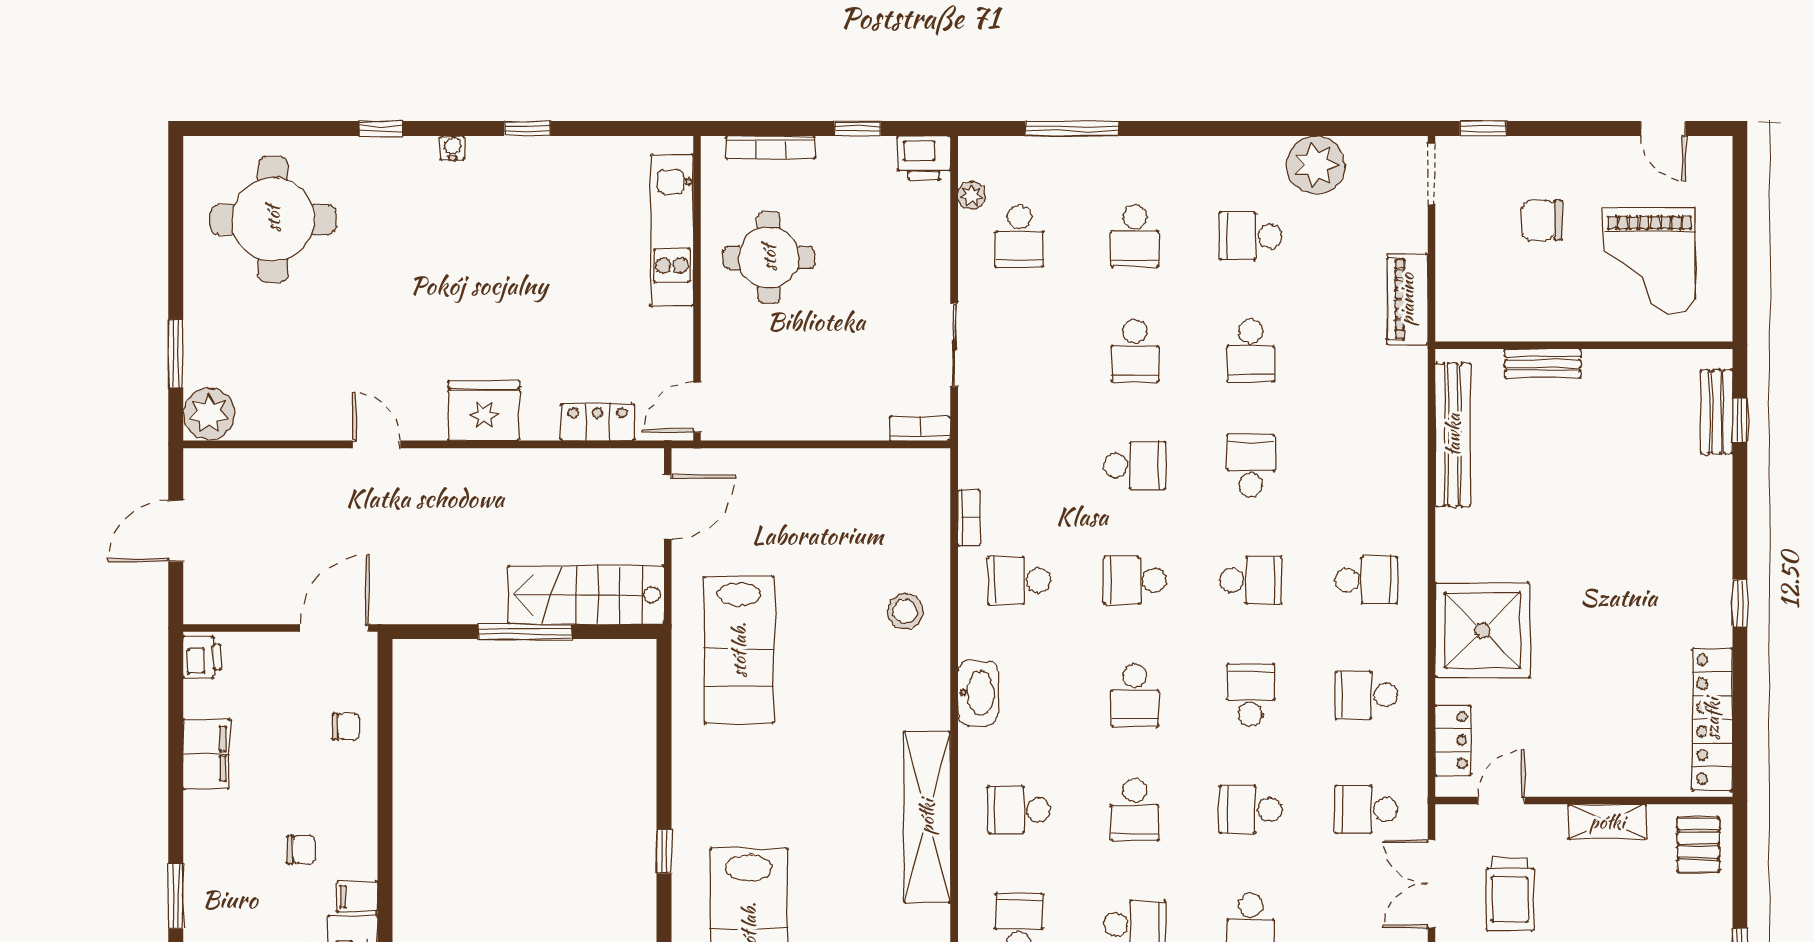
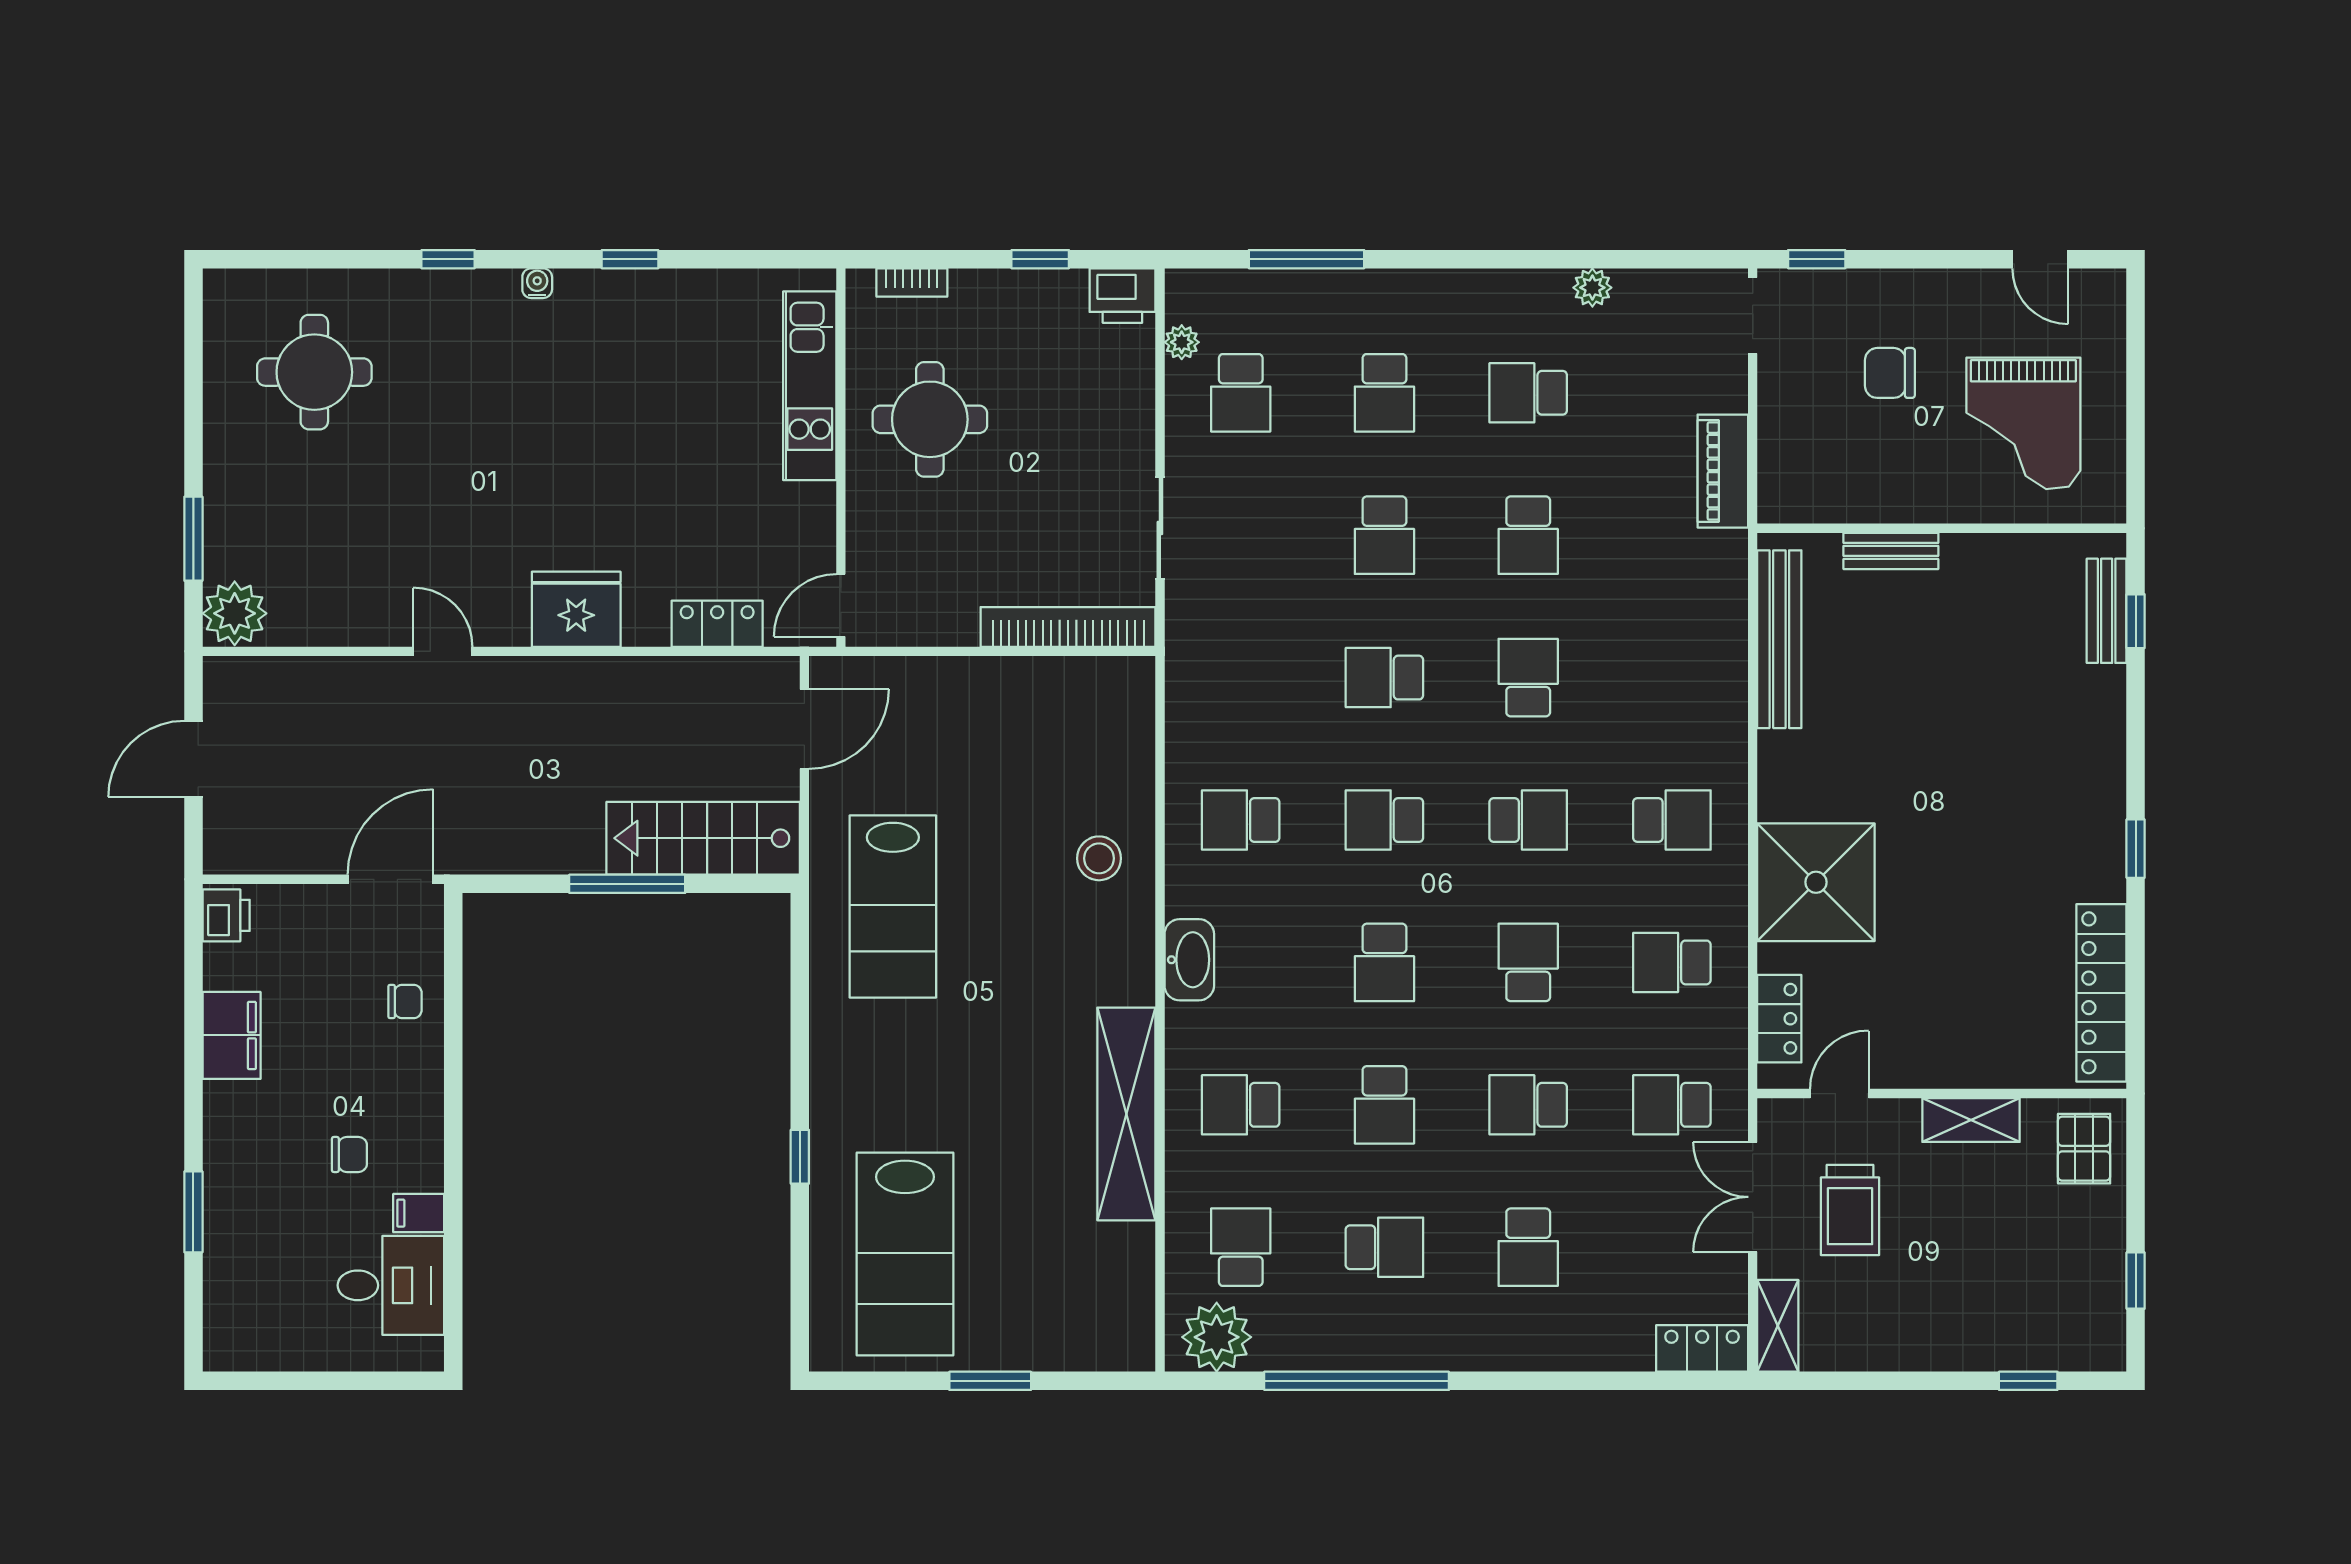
bookcase: (770, 147) -> (912, 283), width x0.64
plant: (1316, 165) -> (1592, 288), width x0.53, depth x0.53
round table: (273, 219) -> (314, 372), width x0.73, depth x0.73
bookcase: (920, 429) -> (1068, 627), width x2.31, depth x1.31
school desk: (1135, 466) -> (1384, 678), turned 180
bookcase: (969, 518) -> (1178, 742), removed

